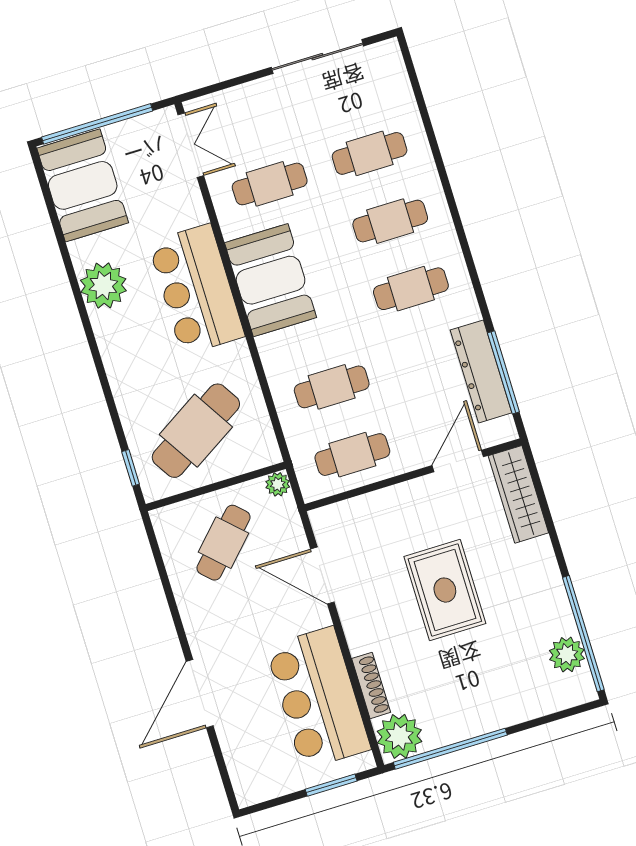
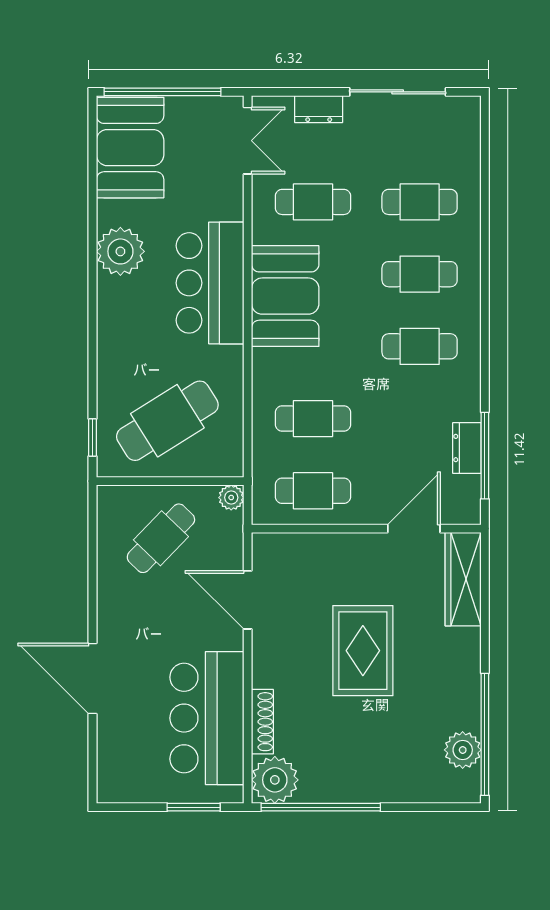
dresser: (248, 95) -> (319, 109), added
dresser: (481, 371) -> (467, 448), width x0.51, depth x0.80
door: (200, 694) -> (93, 678), hinge flipped

